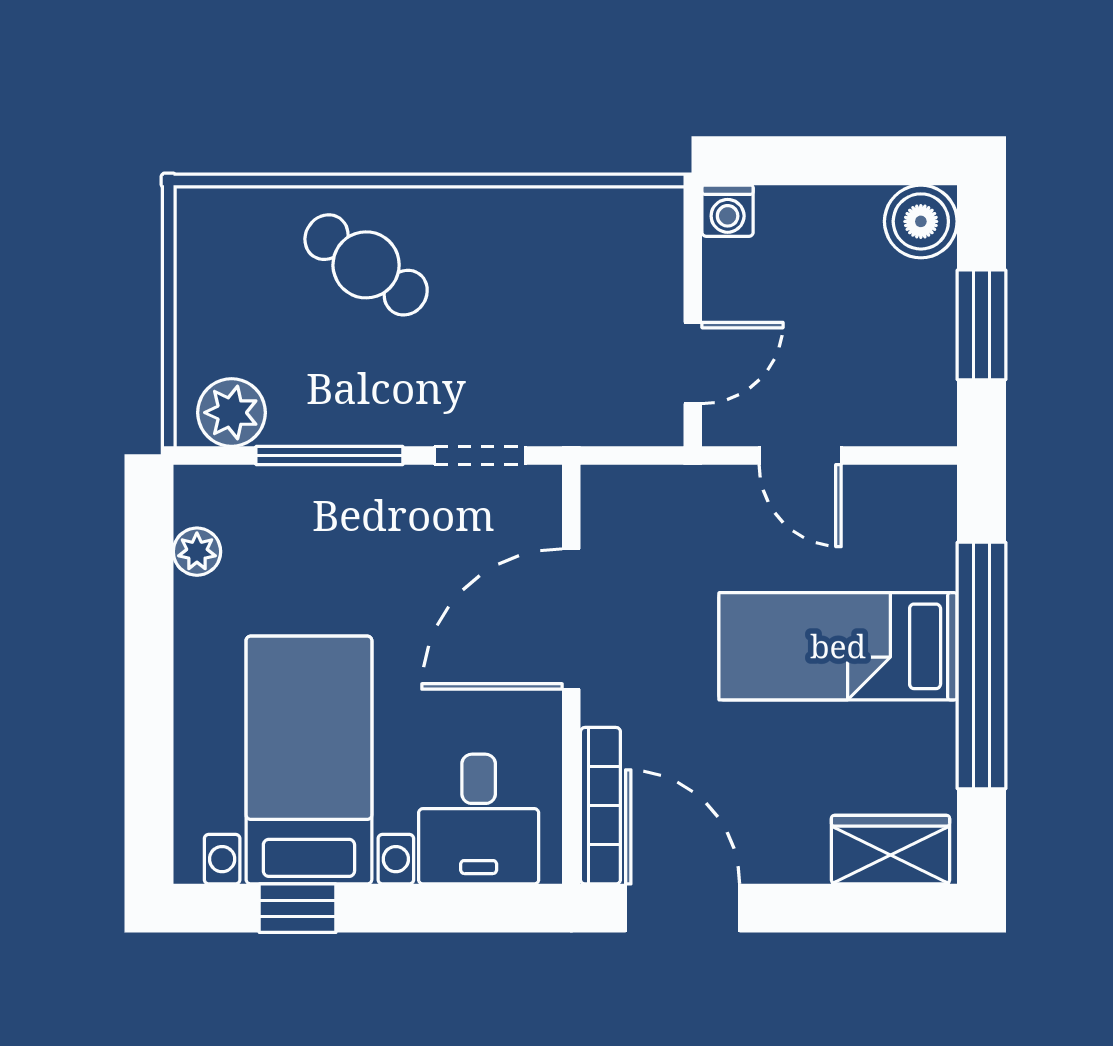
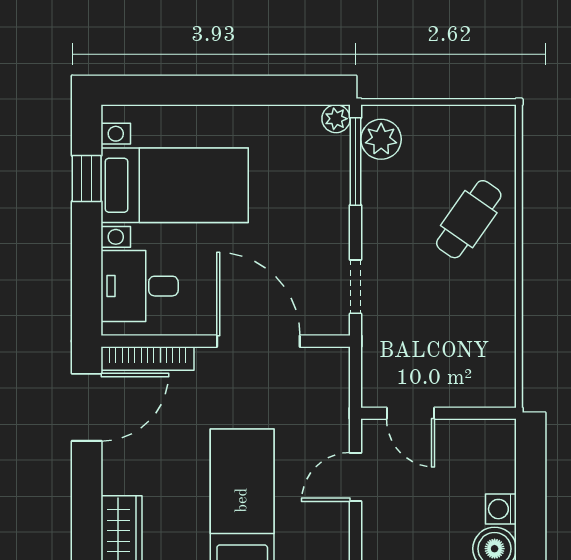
washing machine: (728, 211) -> (501, 509), moved
window: (329, 456) -> (356, 161), moved
plant: (197, 552) -> (336, 119), moved

